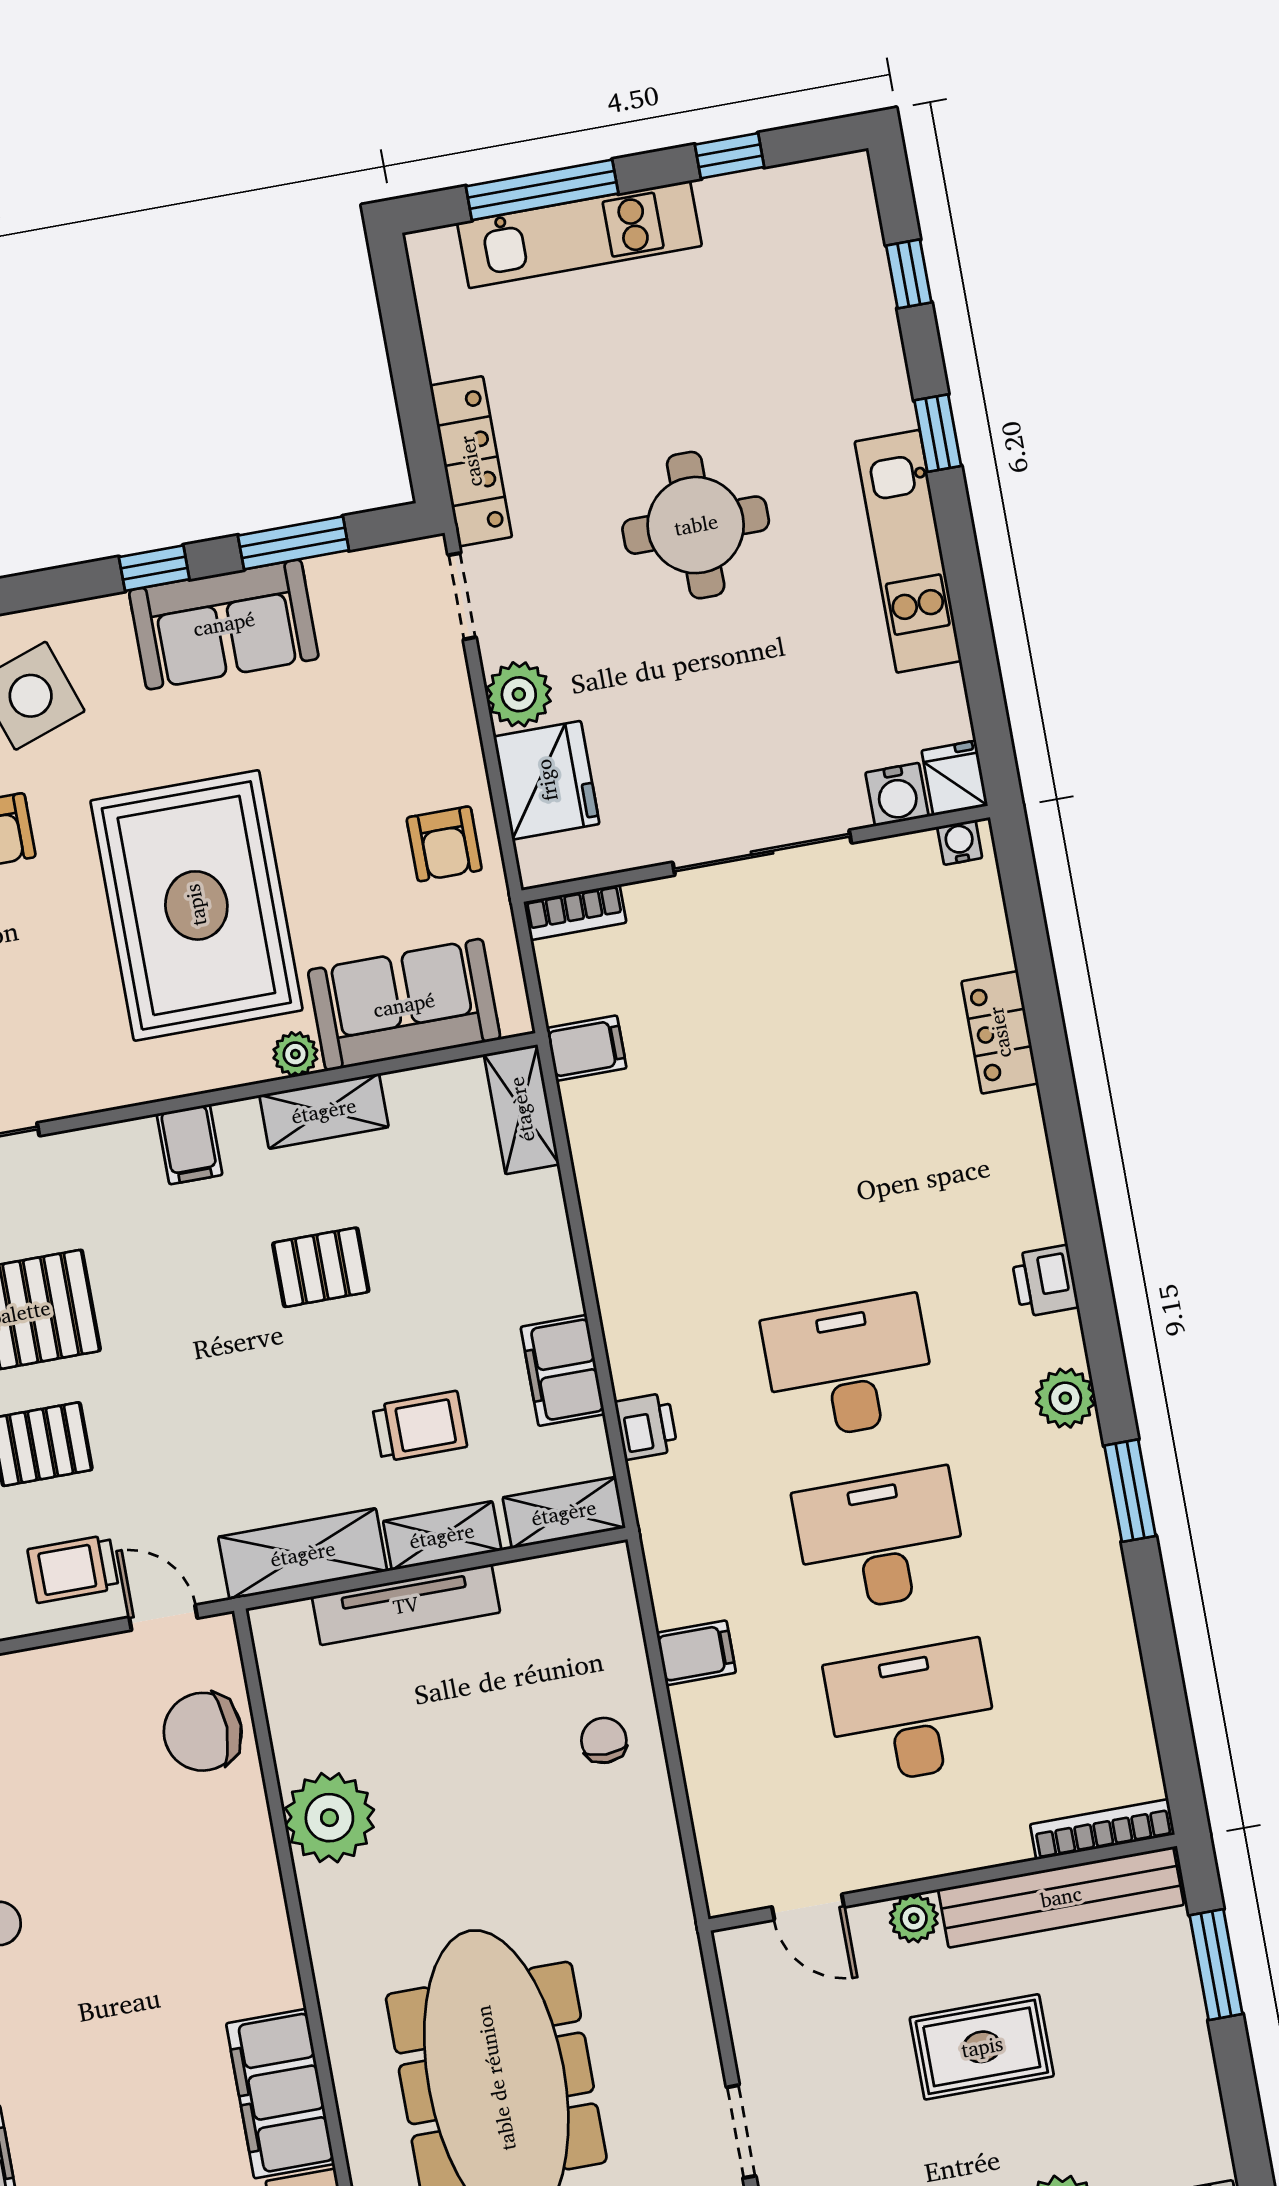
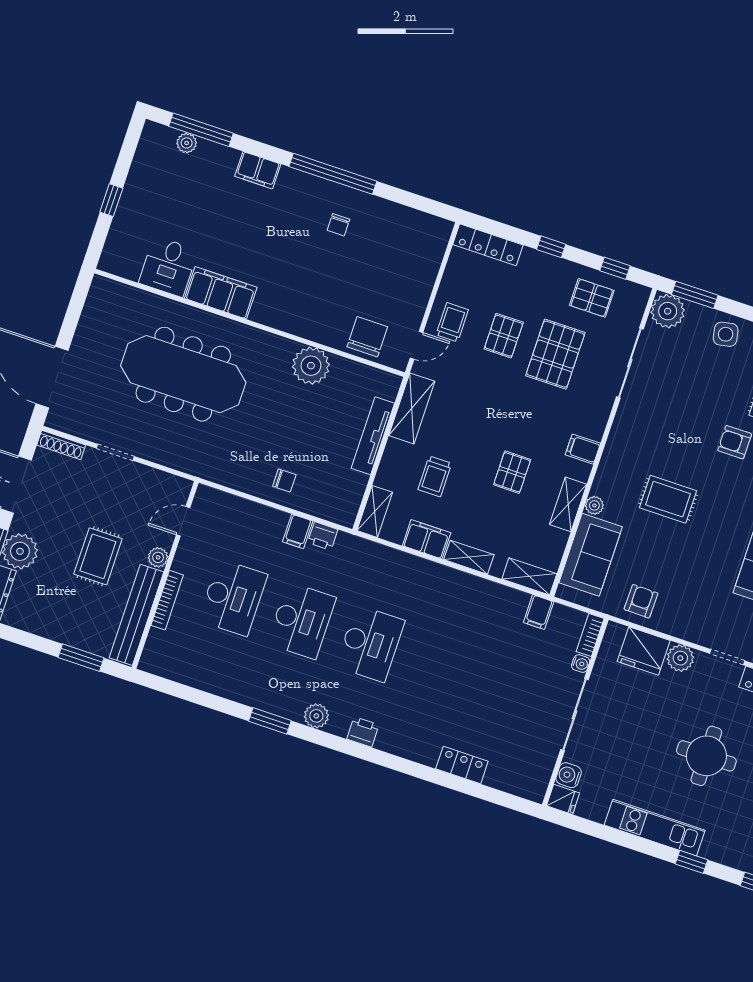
water cooler: (960, 842) -> (581, 664), moved
armchair: (444, 844) -> (641, 601), turned 91
rug: (196, 905) -> (668, 499), width x0.54, depth x0.49
printer: (646, 1426) -> (323, 536), moved
shelving: (442, 1536) -> (469, 557), moved, turned 90
bookcase: (1102, 1829) -> (167, 600), moved

